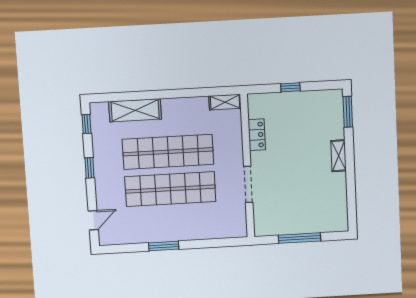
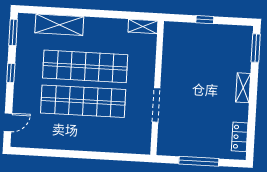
window: (86, 124) -> (13, 32), width x1.50
locker: (257, 135) -> (240, 137), moved, turned 180
window: (164, 246) -> (71, 154), removed

